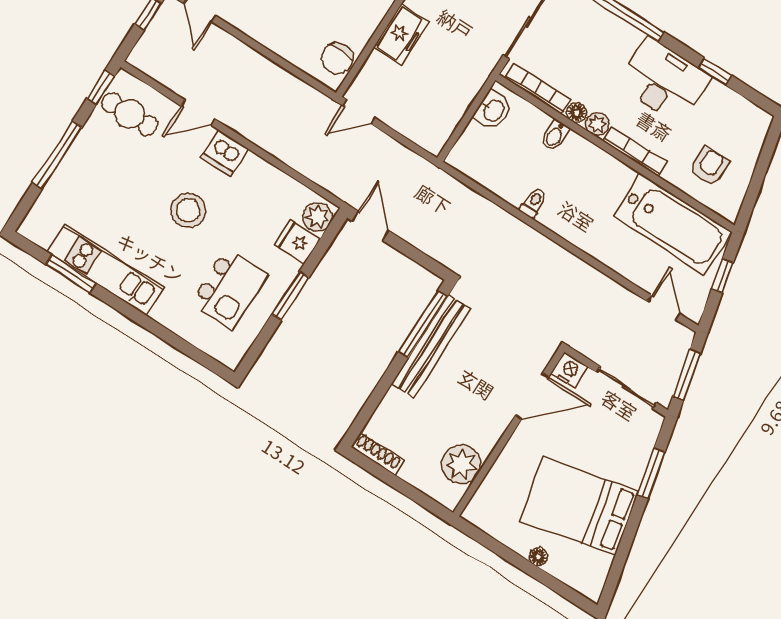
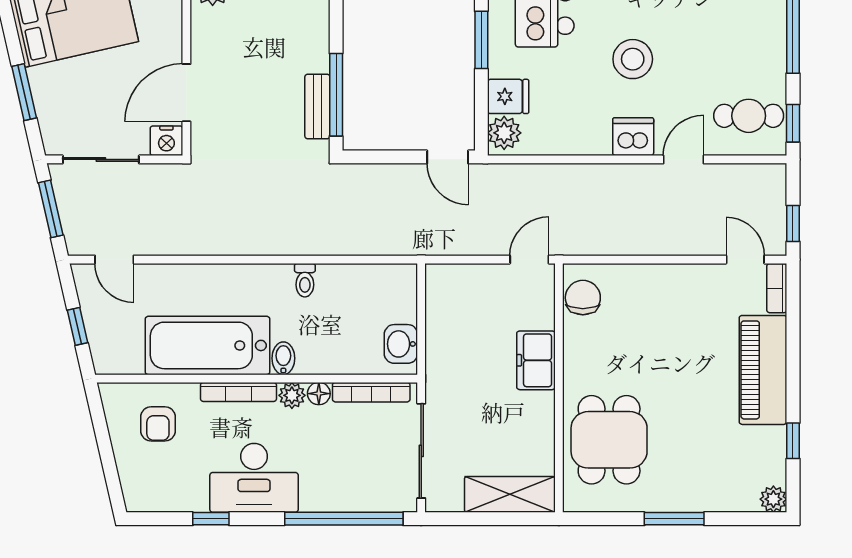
bidet: (555, 135) -> (283, 358), moved
bathtub: (672, 224) -> (207, 345), moved
bench: (431, 346) -> (317, 106), width x0.54, depth x0.82

